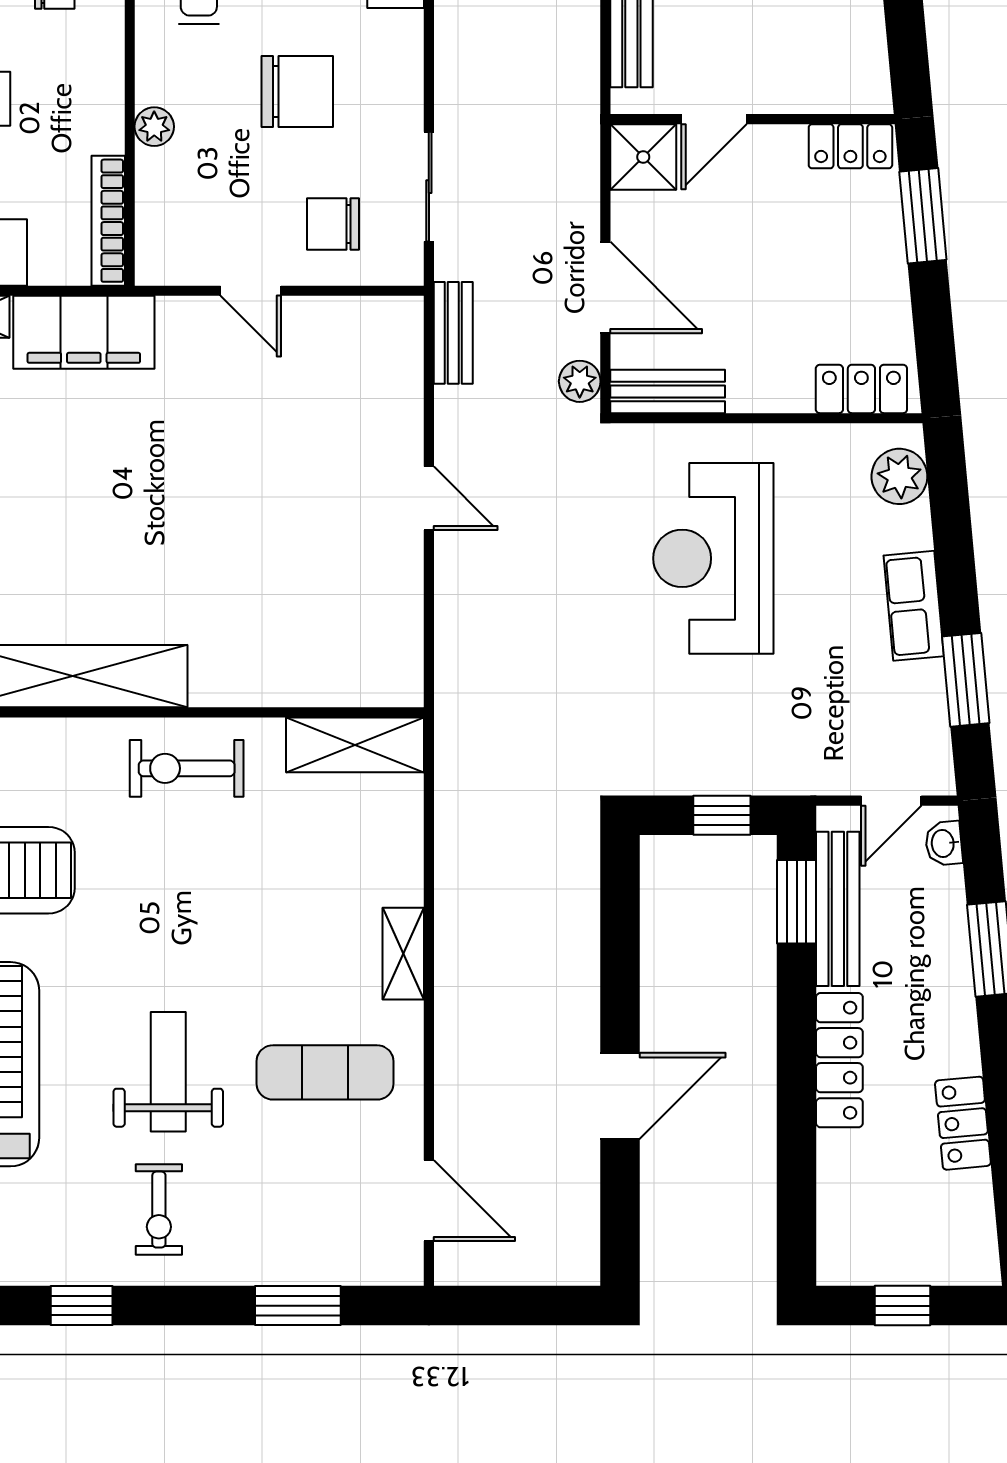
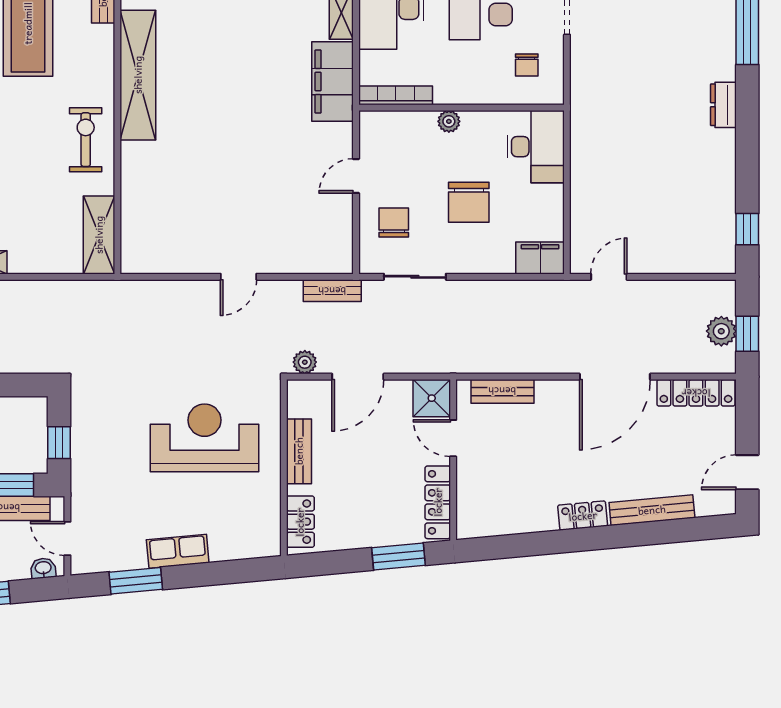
locker: (850, 146) -> (438, 502), width x1.53
bench: (668, 391) -> (299, 451), moved
plant: (899, 476) -> (251, 543), removed

